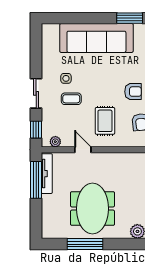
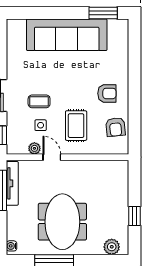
side table: (66, 78) -> (41, 125), moved
plant: (55, 142) -> (34, 148), moved
water cooler: (46, 231) -> (12, 246), added

